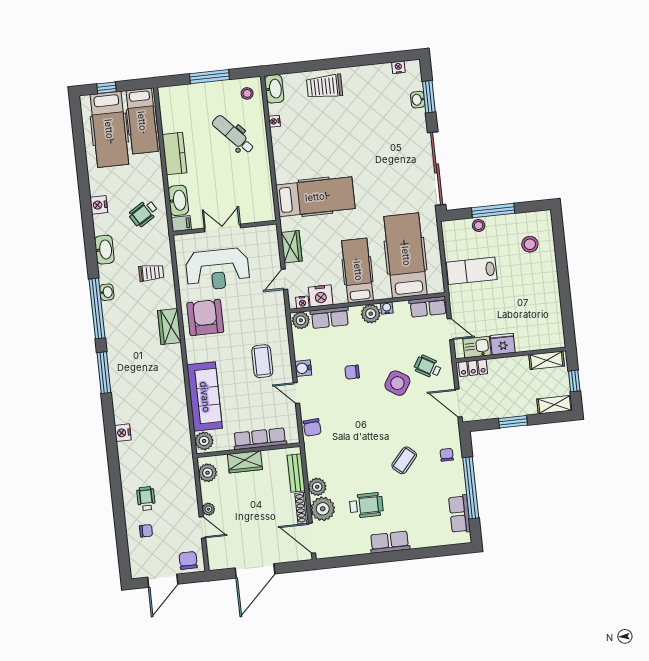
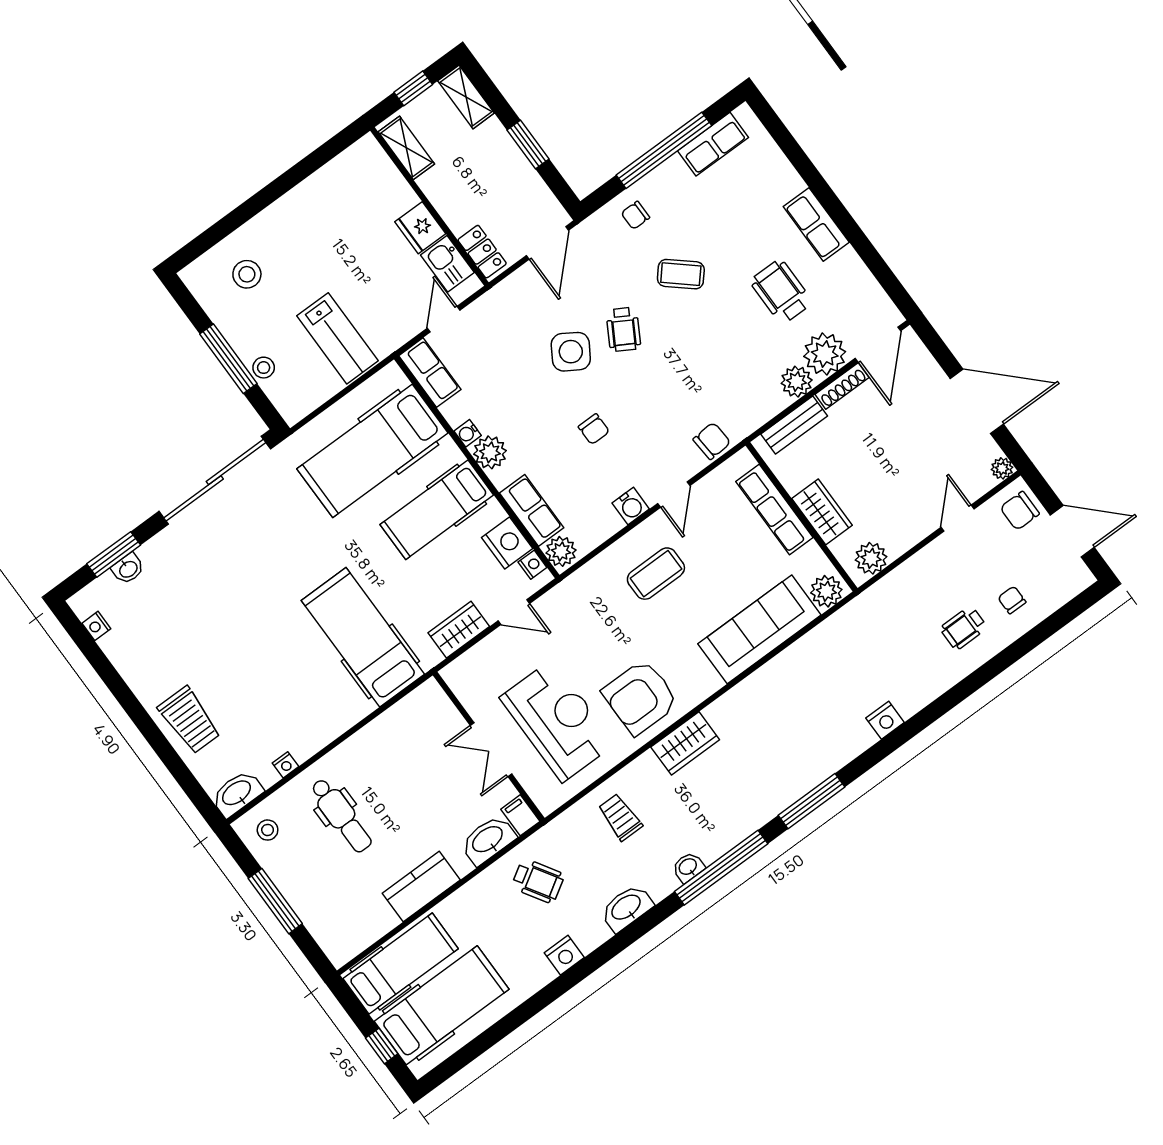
dental chair: (233, 134) -> (341, 815), turned -47
wheelchair: (428, 367) -> (623, 329), moved
plant: (208, 509) -> (1002, 468), moved

